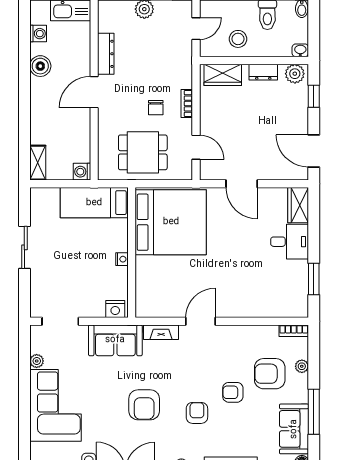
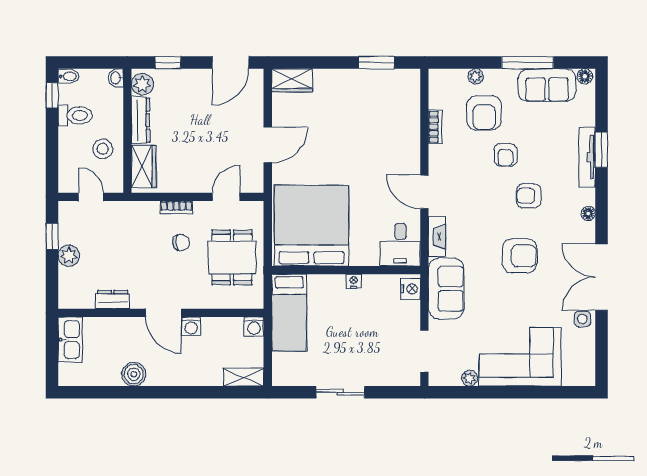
washing machine: (38, 34) -> (191, 326), moved, turned 180
dresser: (106, 54) -> (113, 300), width x0.70
dresser: (263, 72) -> (141, 120), width x1.44
desk: (290, 242) -> (400, 245), moved, turned 180
bookcase: (294, 331) -> (435, 127), moved

